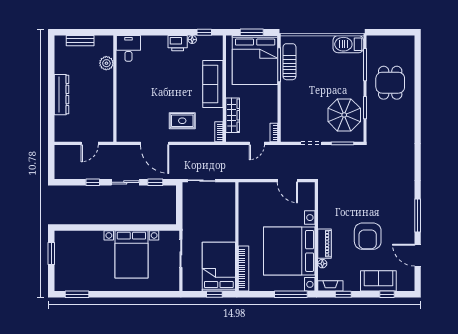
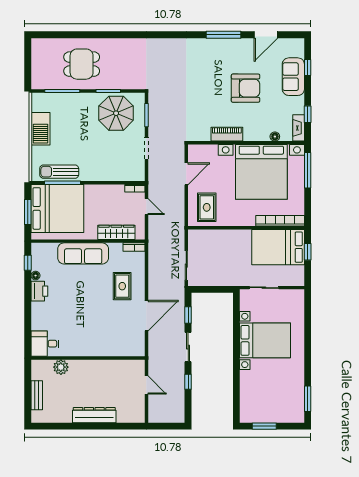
barbecue: (348, 44) -> (41, 129), moved
rug: (256, 200) -> (207, 207), added
piano: (325, 244) -> (227, 134), moved

